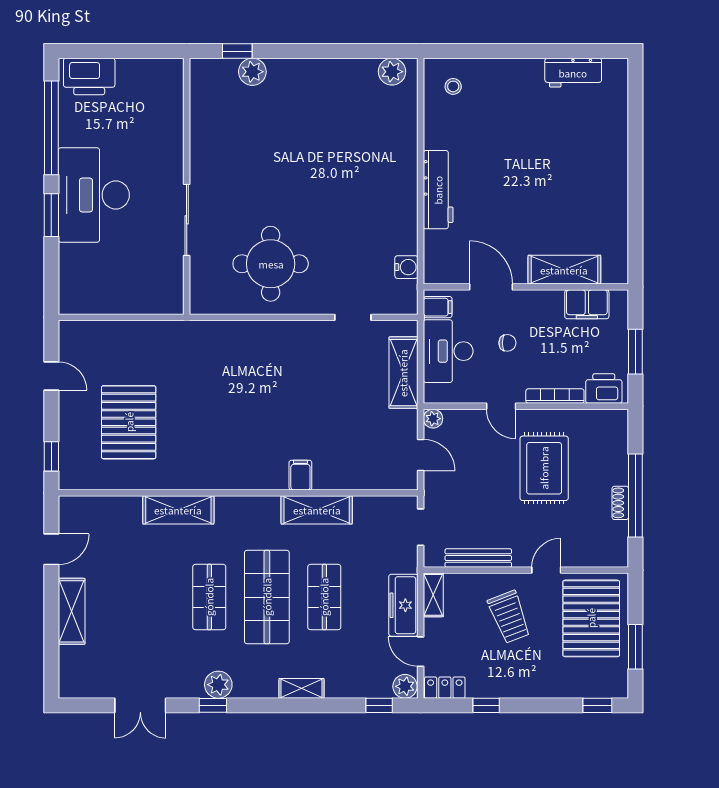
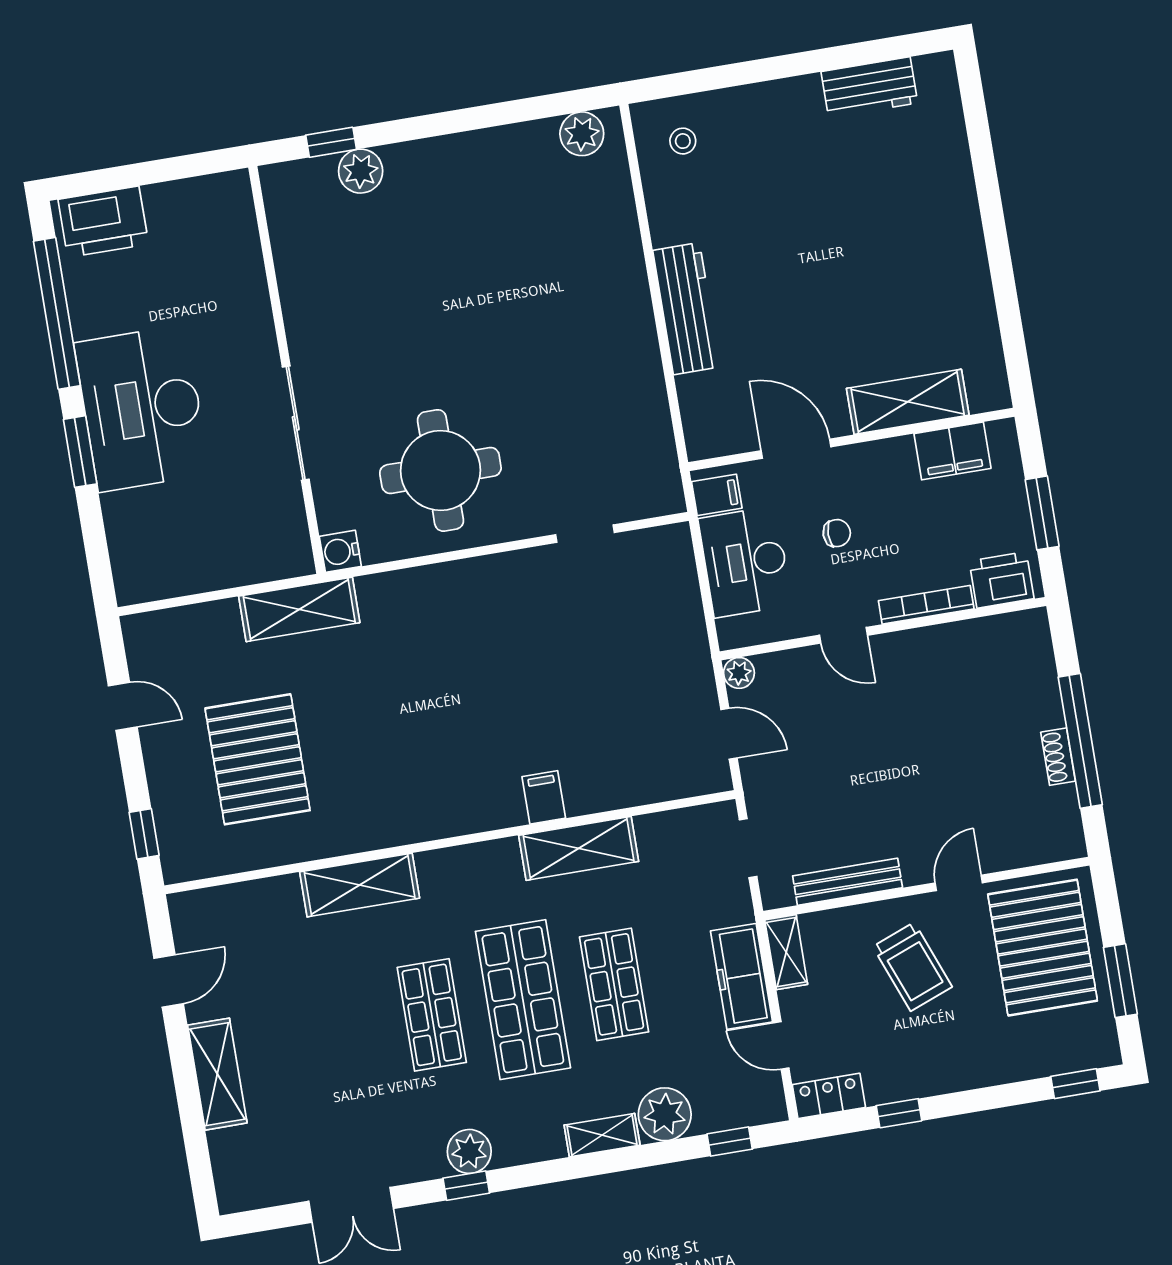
water cooler: (406, 267) -> (340, 551), moved, turned 180
shelving: (403, 373) -> (299, 609), moved, turned 90
rug: (544, 468) -> (928, 722), removed
plant: (405, 686) -> (665, 1114), moved, width x1.36, depth x1.36

